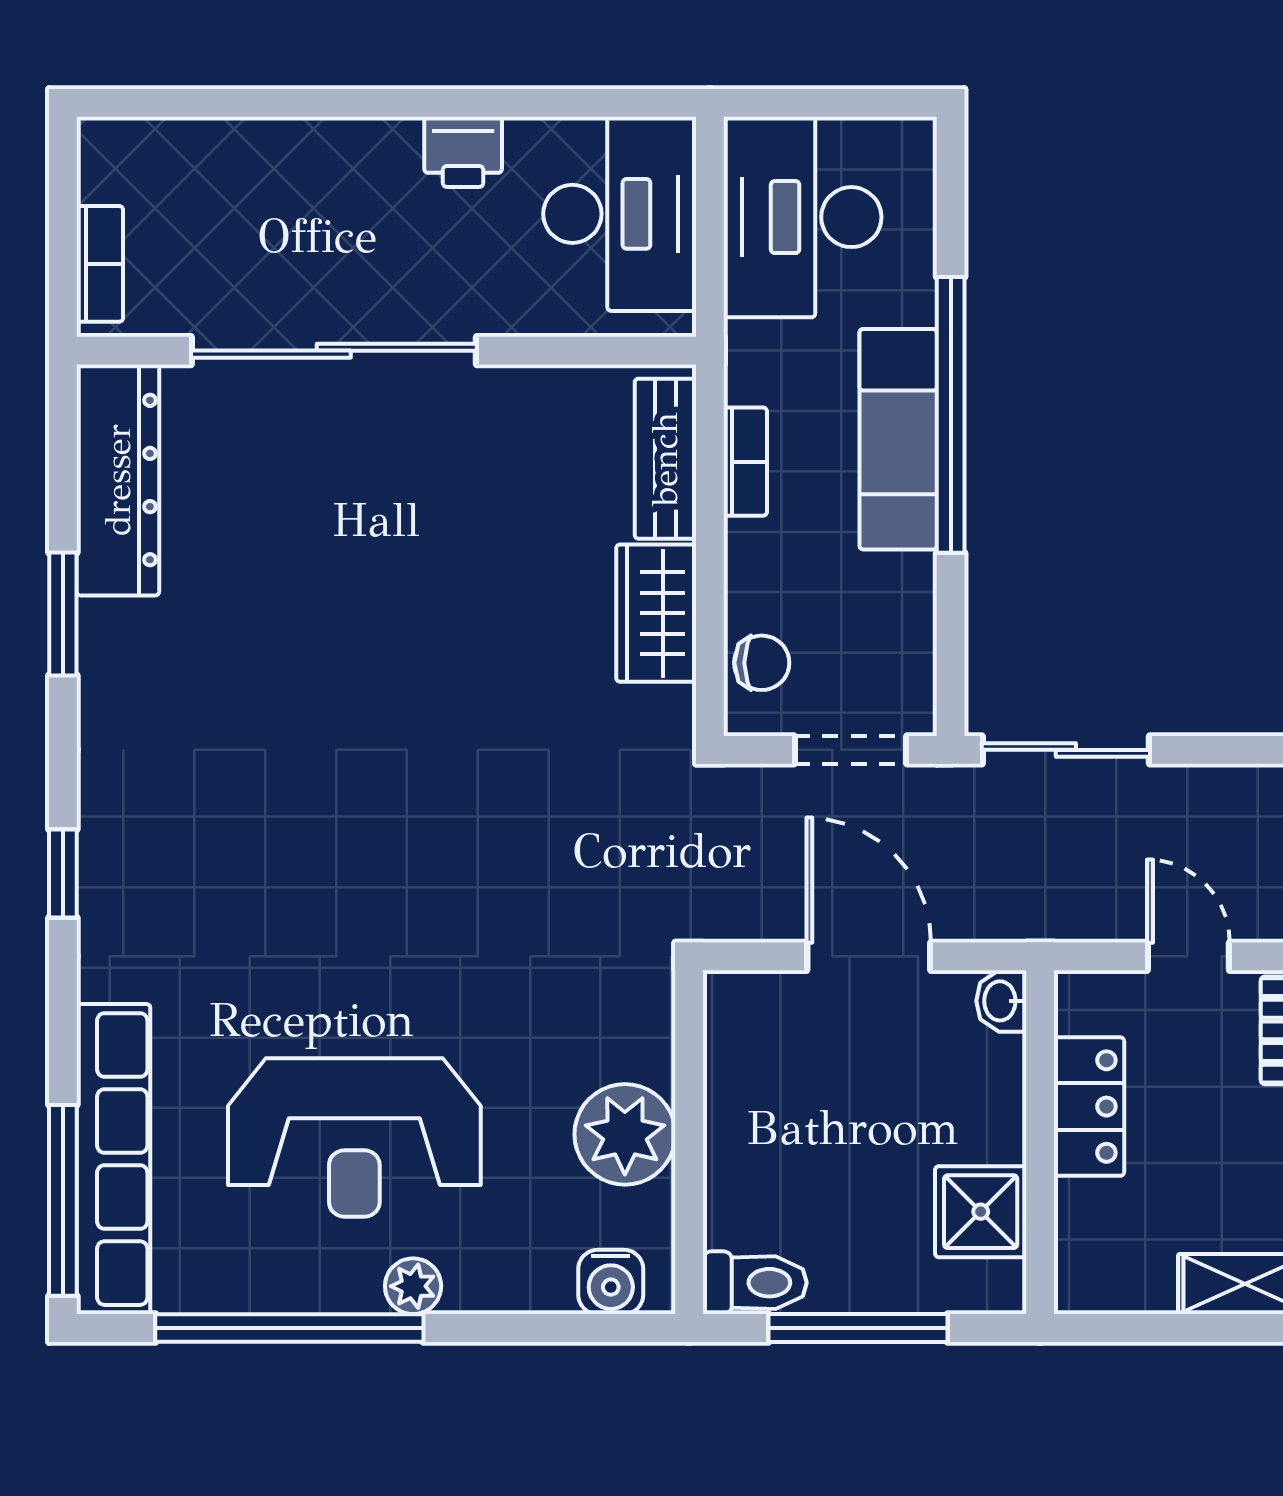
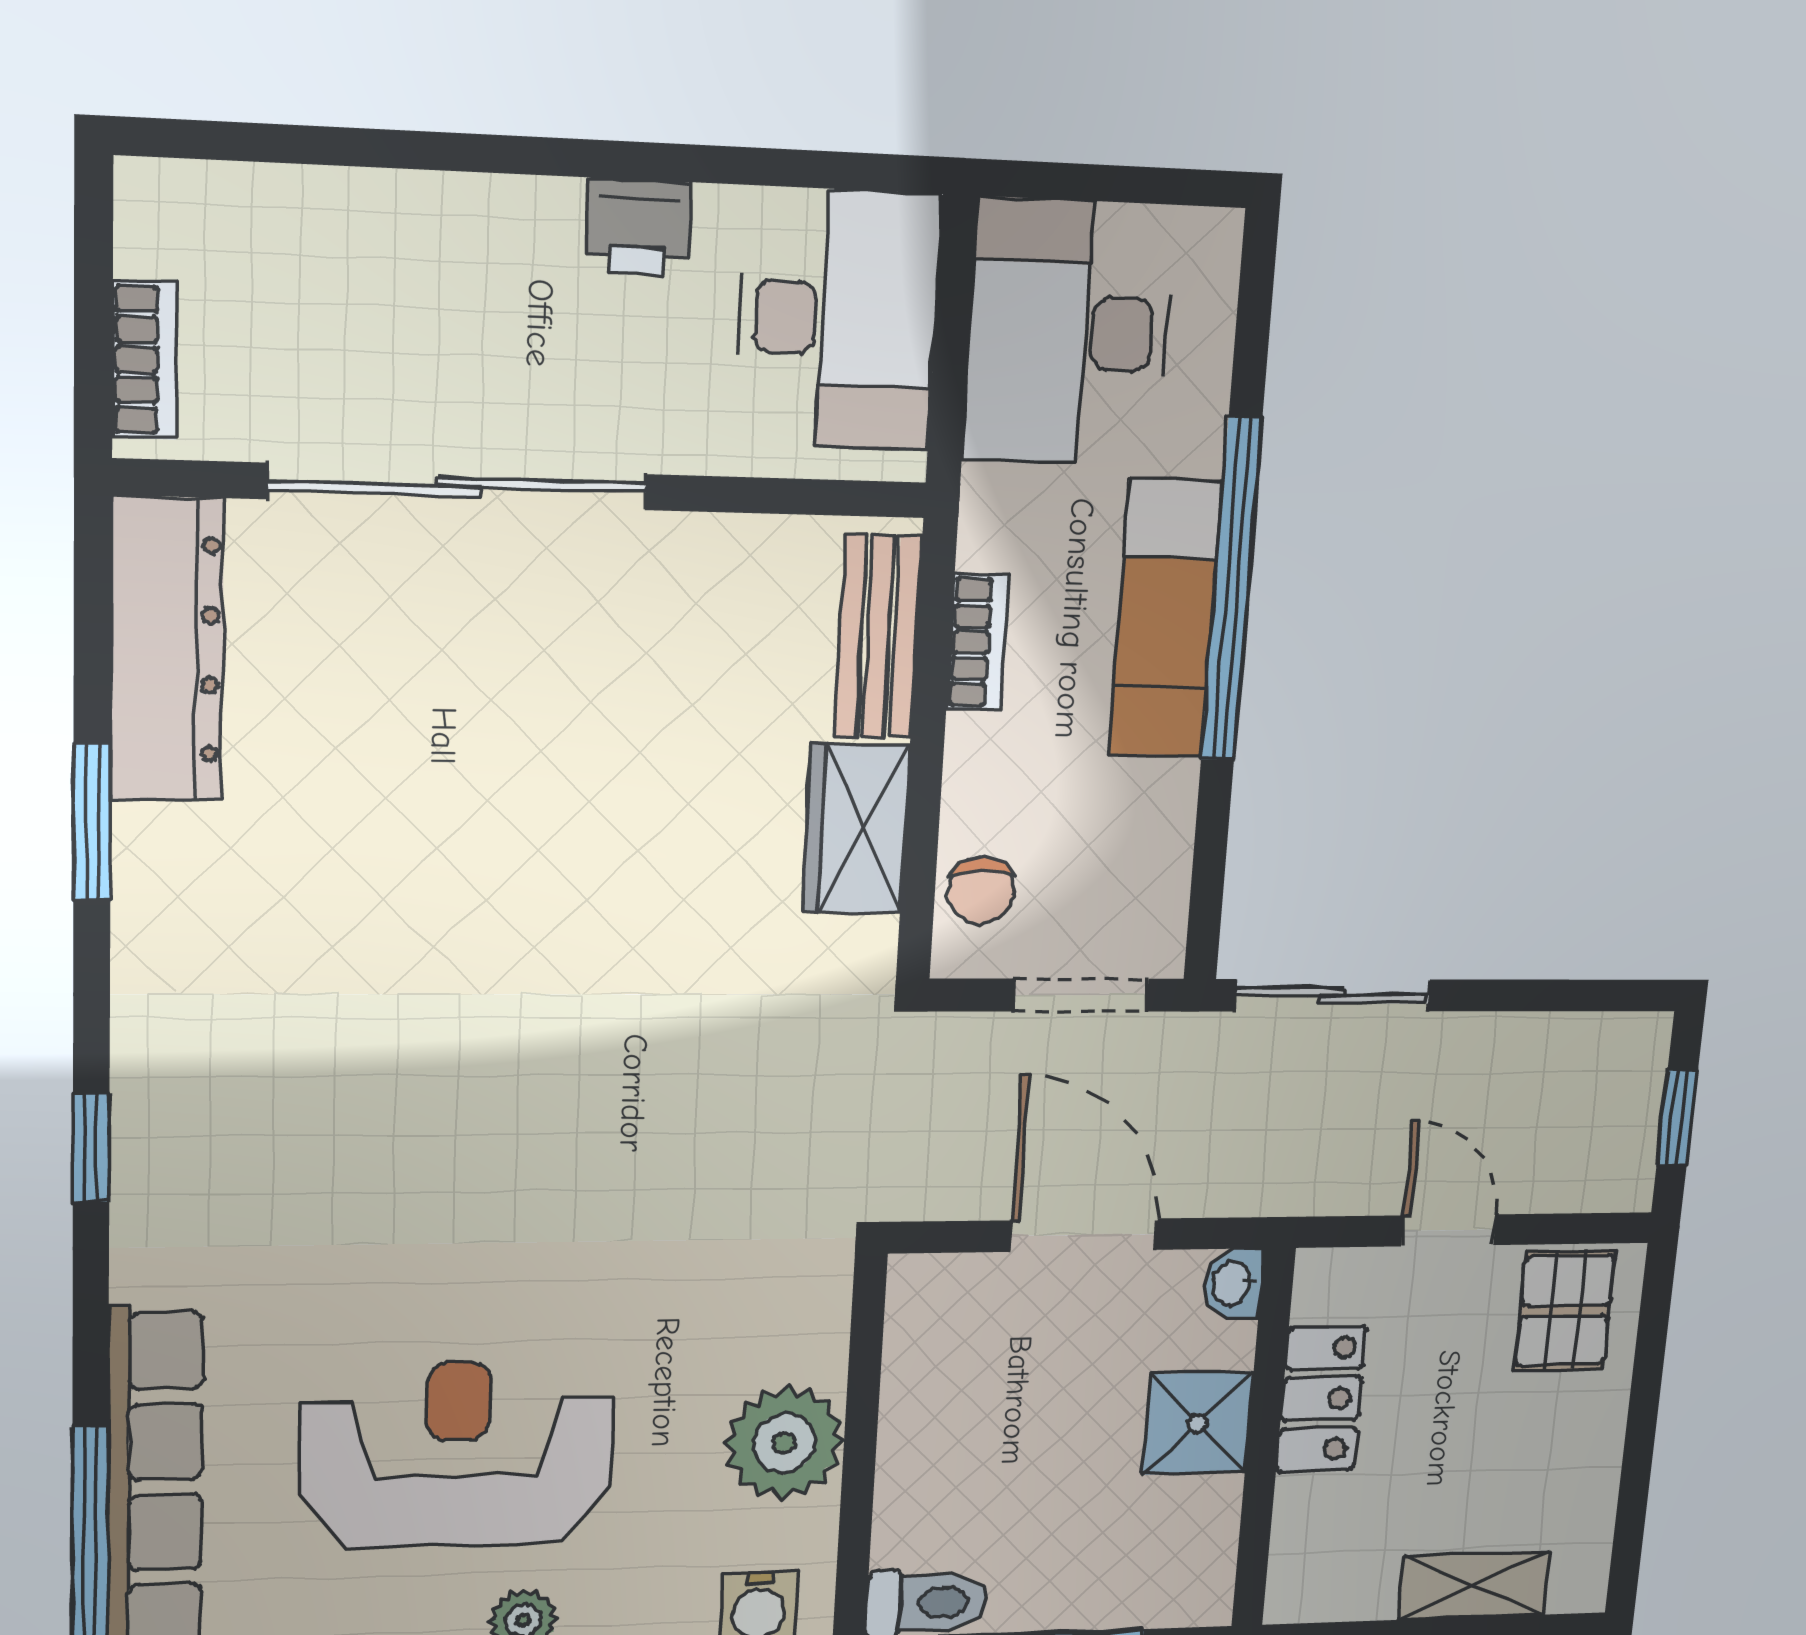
chair: (762, 663) -> (981, 891), turned 90
reception desk: (354, 1137) -> (457, 1454), turned 180
shower: (981, 1212) -> (1198, 1423), moved

